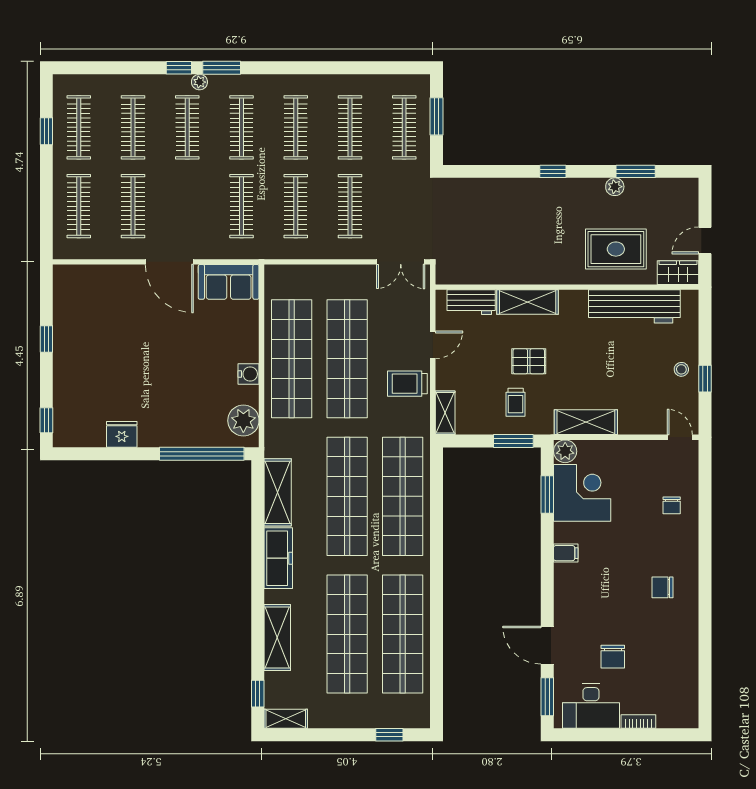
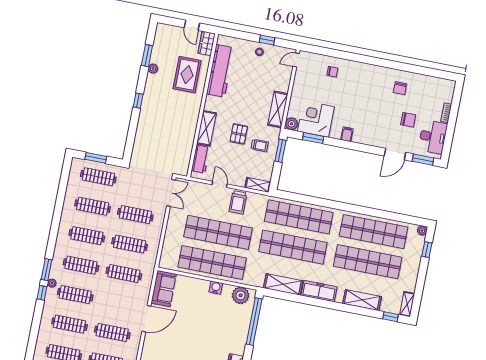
chair: (662, 587) -> (400, 88), moved
plant: (421, 720) -> (422, 230), added

